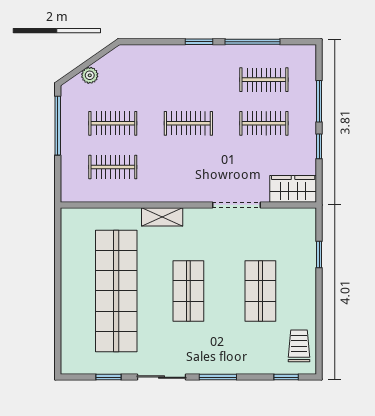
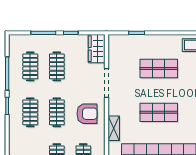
clothes rail: (188, 80) -> (30, 112), added
armchair: (186, 173) -> (87, 114), added

